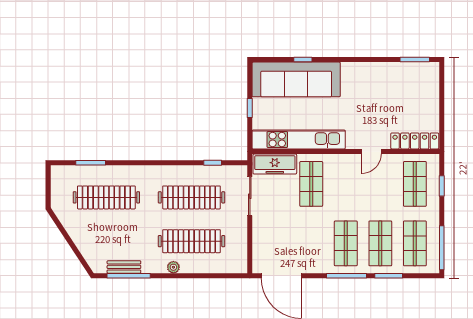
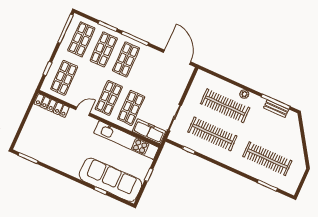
shop shelf: (346, 184) -> (109, 98), added

